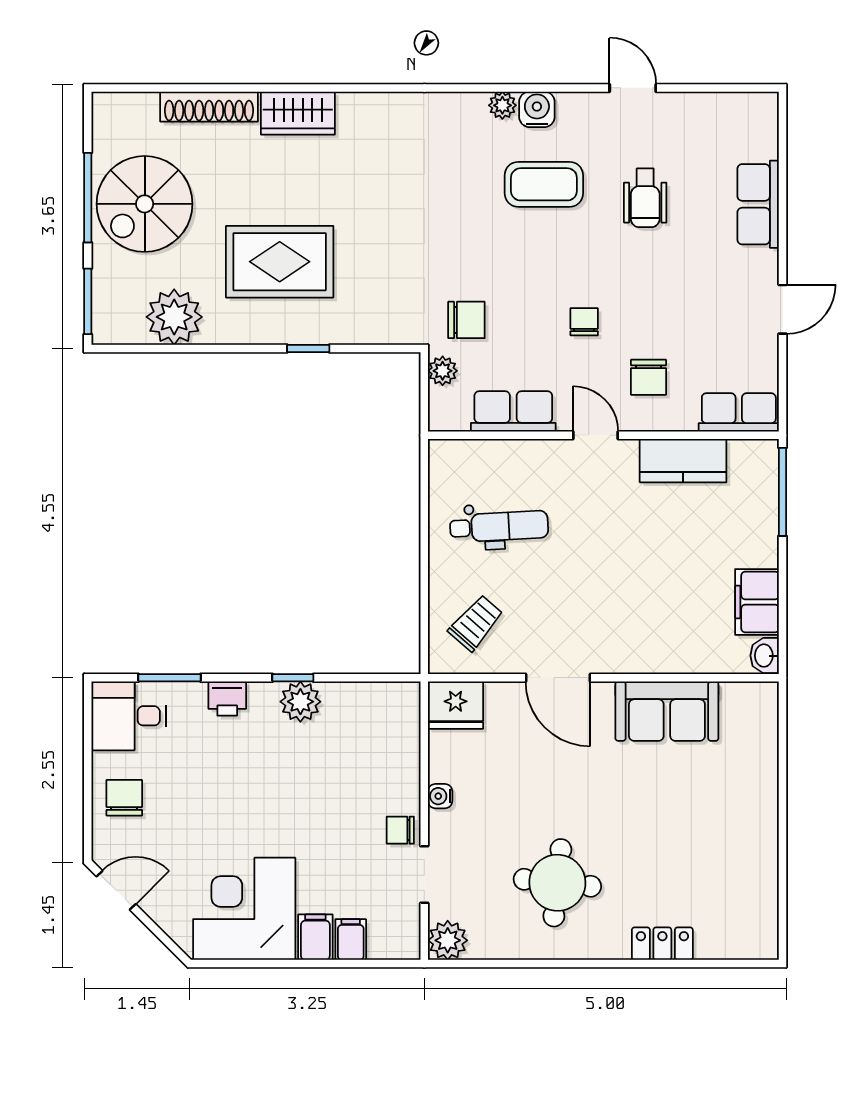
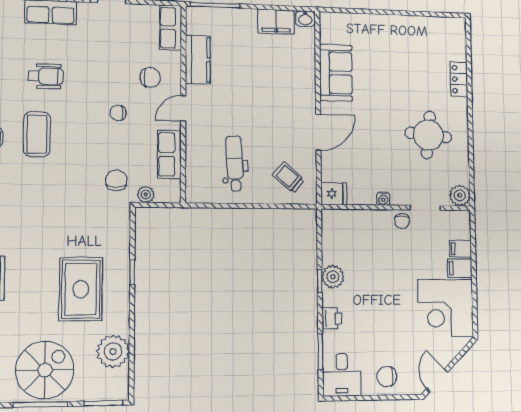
spiral stairs: (145, 204) -> (45, 370), turned -90
fridge: (456, 705) -> (334, 194), width x0.72

